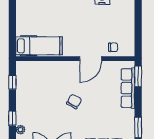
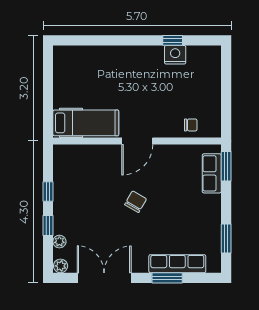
door: (91, 59) -> (137, 141), moved
window: (12, 82) -> (48, 192), moved
row of seats: (128, 88) -> (212, 173), width x0.68

